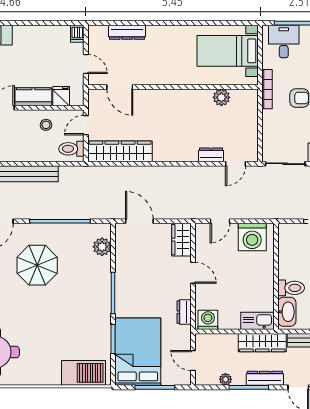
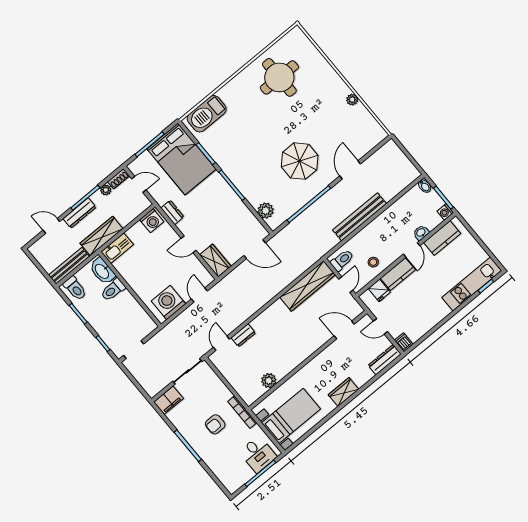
dresser: (127, 32) -> (385, 360), moved
wardrobe: (165, 34) -> (343, 392), added
shoe rack: (206, 380) -> (119, 179), added

